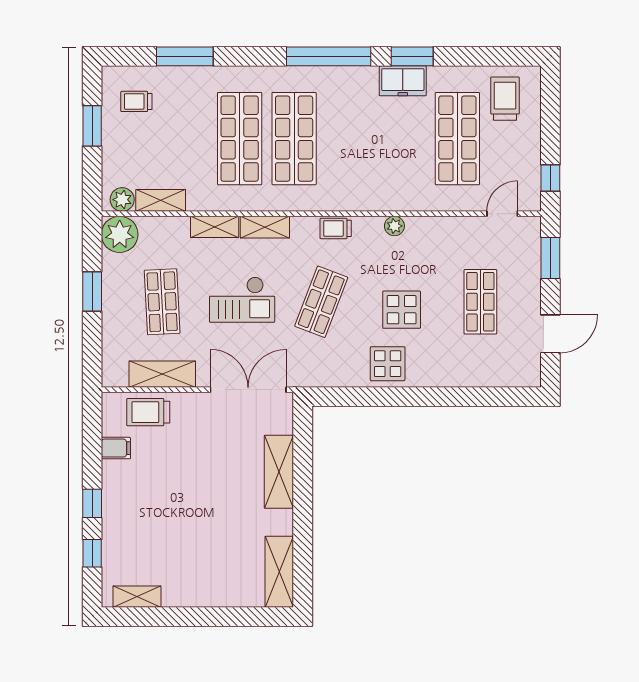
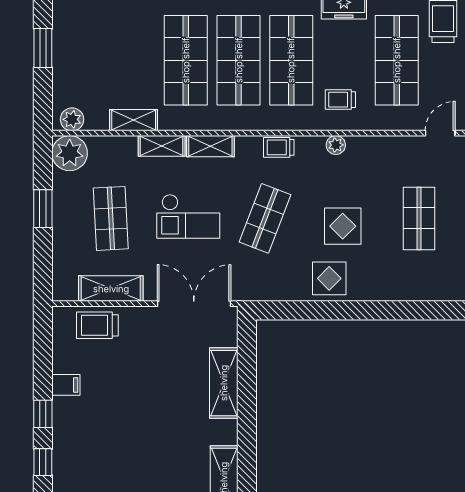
trolley: (136, 101) -> (340, 100), moved
shop shelf: (348, 139) -> (291, 60), added
shelving: (161, 200) -> (134, 120), moved
filing cabinet: (116, 448) -> (66, 385), moved

